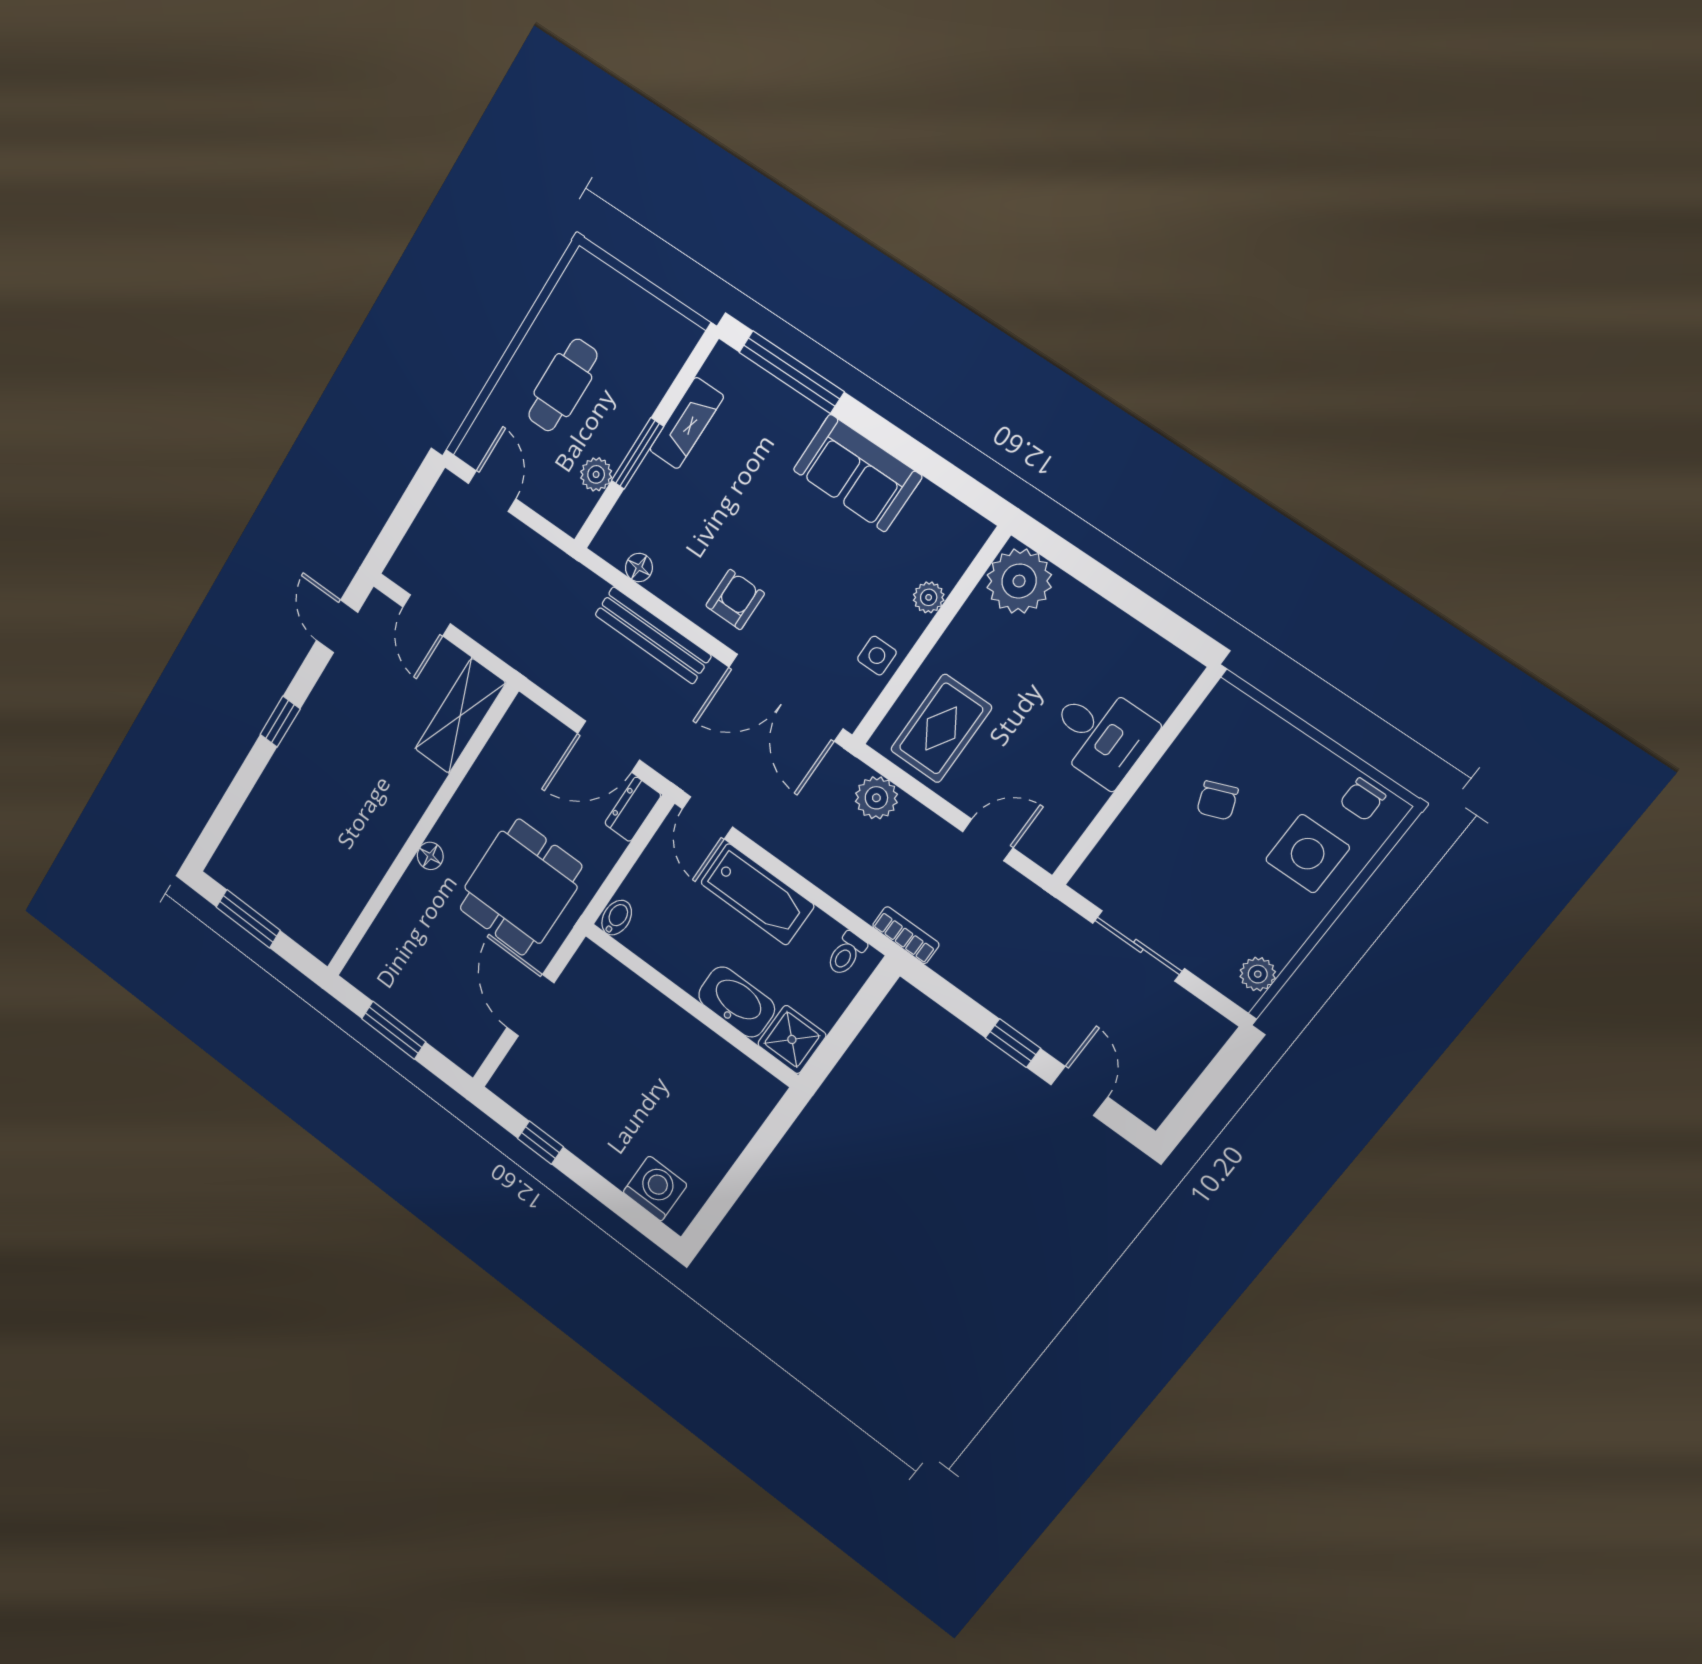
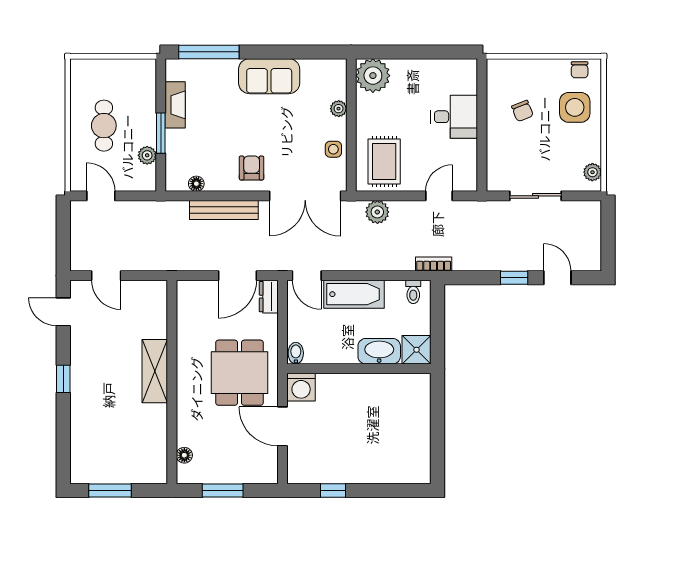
shelving: (460, 716) -> (155, 371), moved
floor lamp: (430, 856) -> (184, 455), moved
washing machine: (655, 1188) -> (301, 387), moved, turned 180

